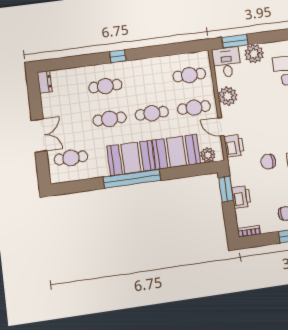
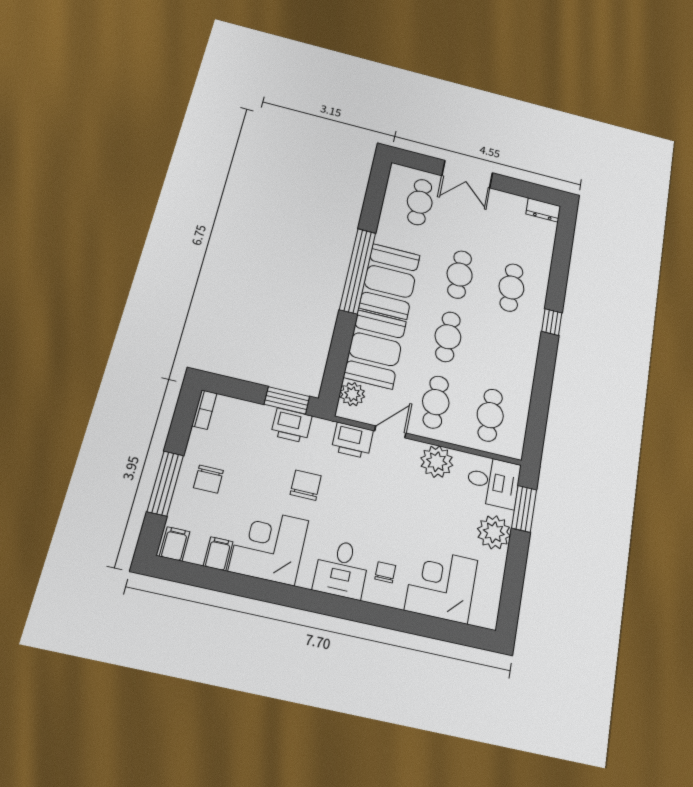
printer: (241, 197) -> (292, 425), moved

